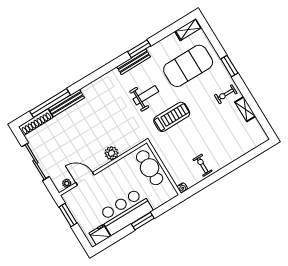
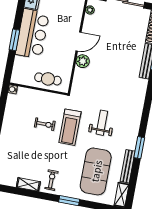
bench: (134, 62) -> (128, 166), moved
weight bench: (146, 95) -> (102, 123), turned 180
exercise bike: (202, 165) -> (45, 124), moved
cafe table: (150, 168) -> (48, 79), width x0.73, depth x0.74
door: (85, 179) -> (79, 42), moved

